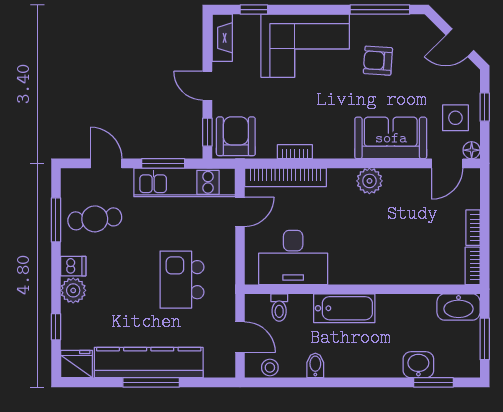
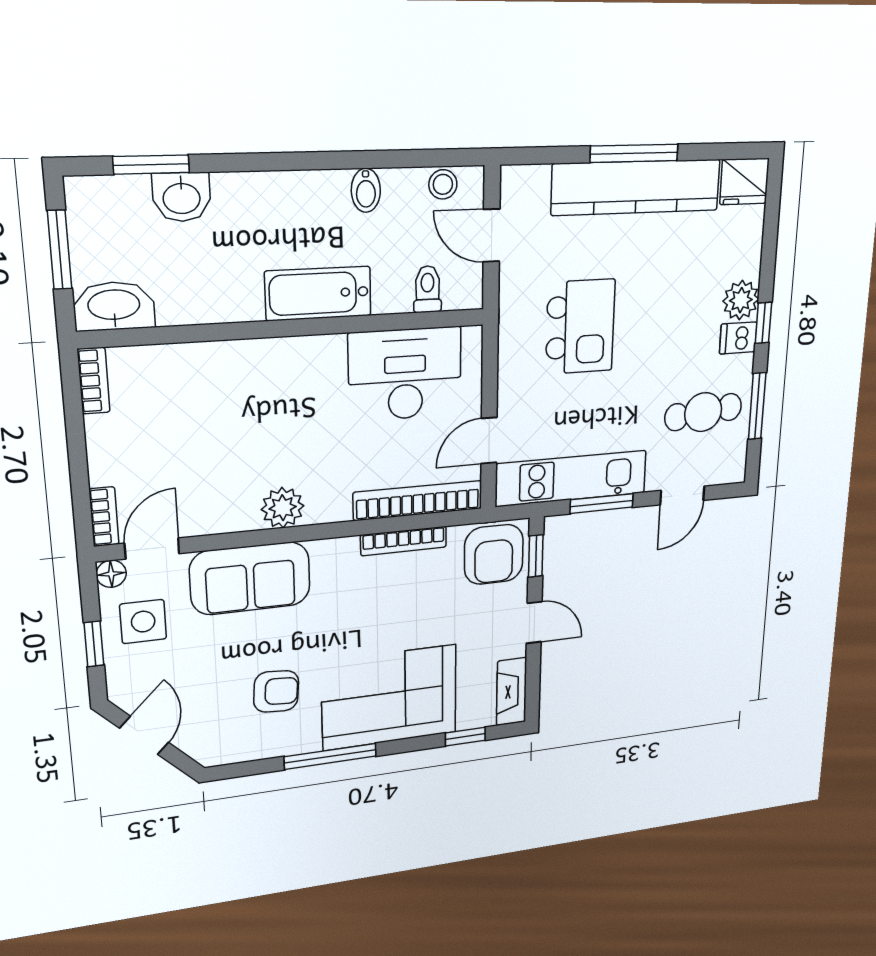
window: (380, 10) -> (330, 756), moved
door: (460, 43) -> (144, 735), hinge flipped
bookcase: (295, 152) -> (404, 541), width x1.56
door: (106, 163) -> (682, 495), hinge flipped
bookcase: (473, 228) -> (104, 517), moved
window: (56, 327) -> (763, 323), moved

